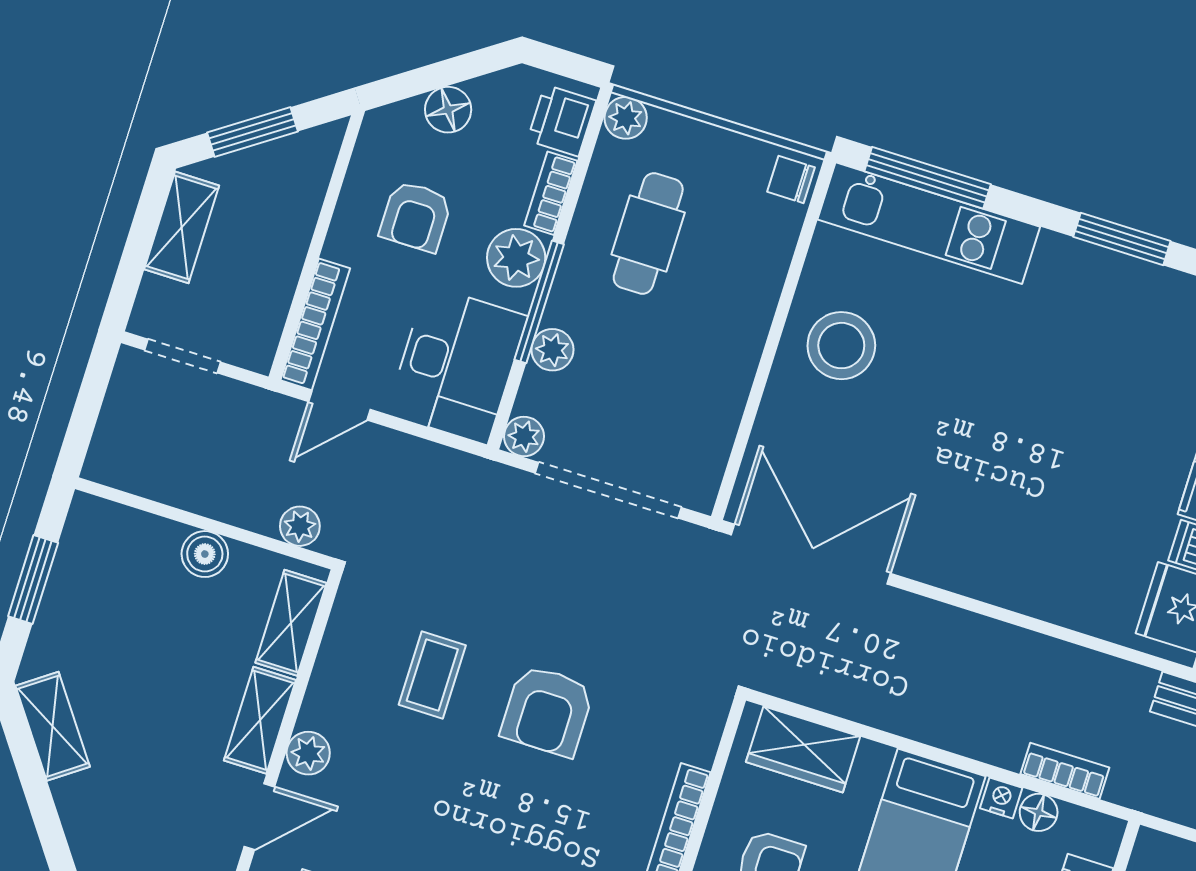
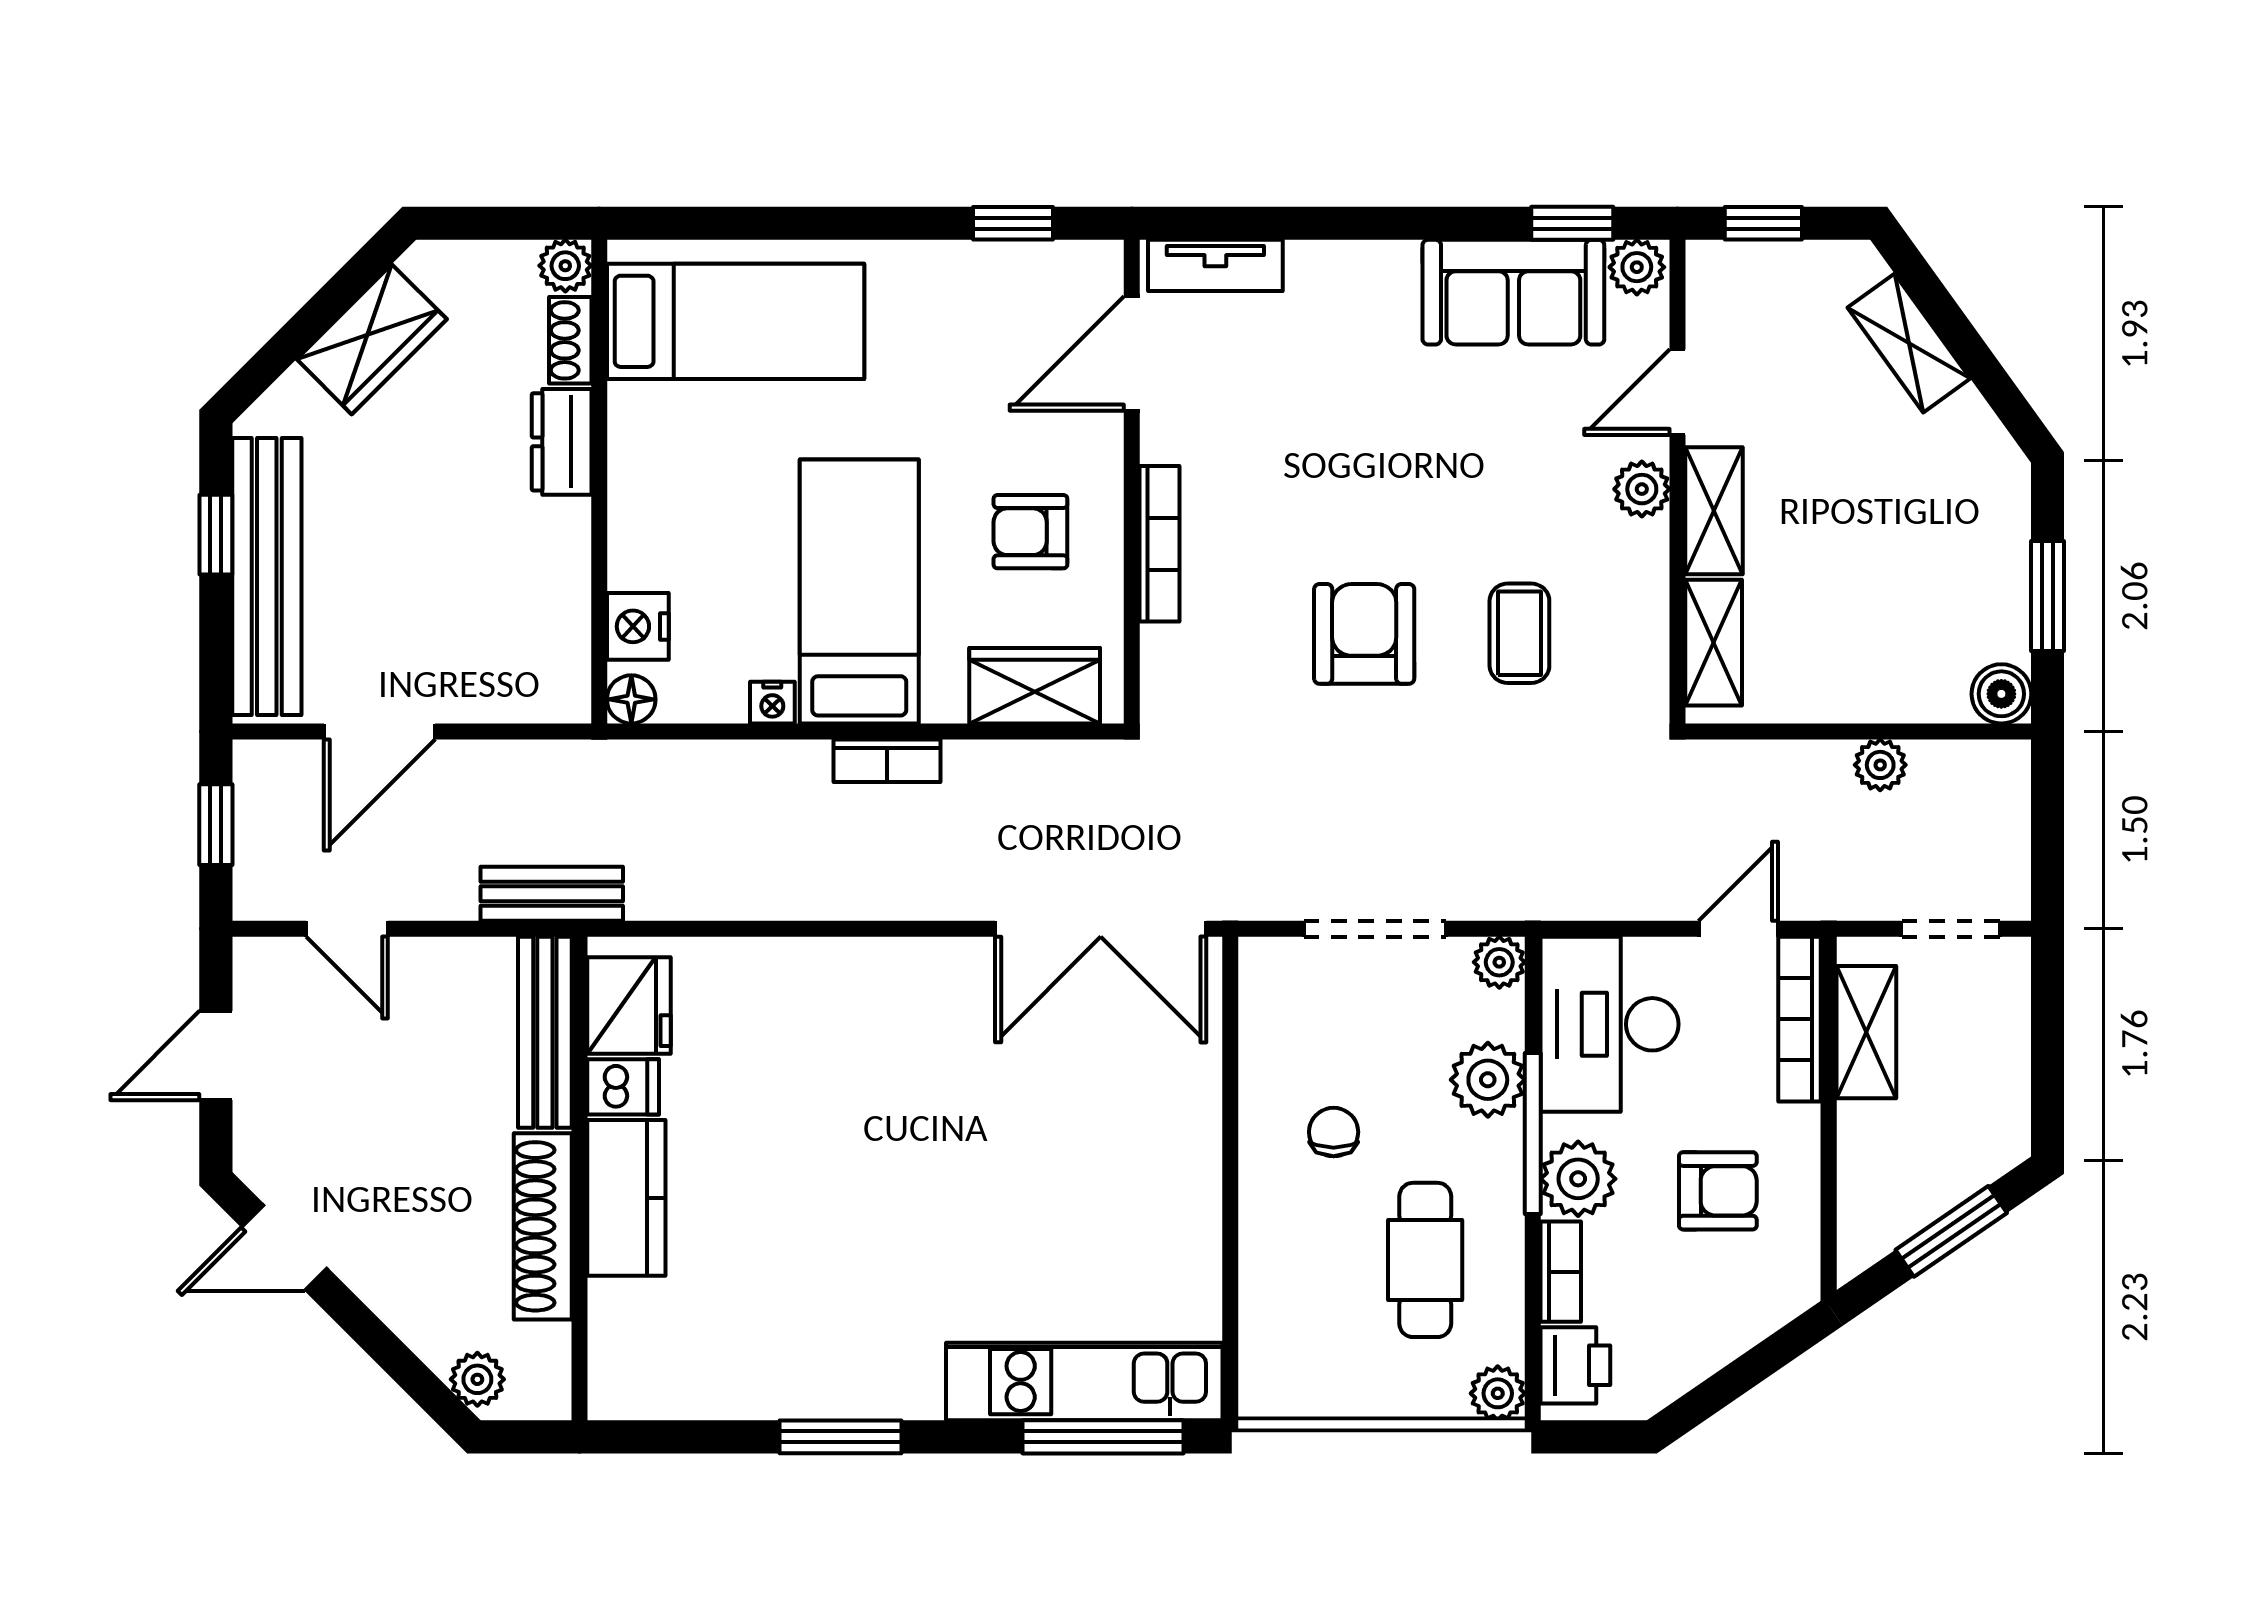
floor lamp: (448, 110) -> (1719, 1335), removed
chair: (791, 180) -> (1334, 1132), moved, turned -90
armchair: (416, 216) -> (1718, 1191), turned 90
shelving: (182, 227) -> (1866, 1032), moved
stool: (841, 346) -> (1144, 1197), removed
plant: (552, 350) -> (1488, 1080), width x1.38, depth x1.38
doorway: (608, 490) -> (1375, 929), width x0.73
plant: (300, 526) -> (1880, 765), moved
boiler: (205, 554) -> (2001, 694), moved
shelving: (53, 726) -> (1909, 343), moved
bookcase: (1065, 771) -> (887, 761), moved
floor lamp: (1039, 812) -> (631, 699), moved

